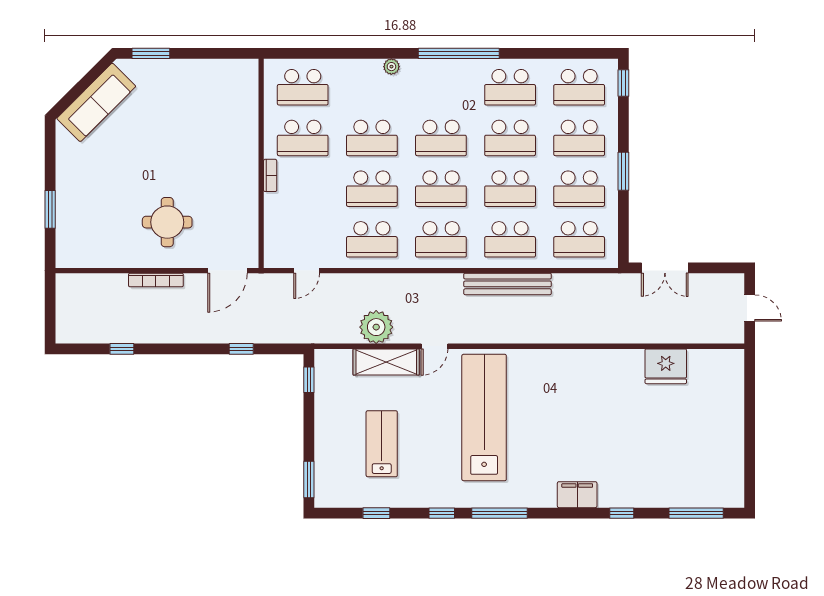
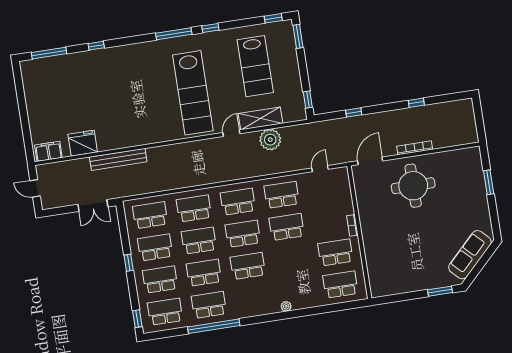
window: (459, 53) -> (214, 326), moved
school desk: (372, 138) -> (292, 259), removed
window: (623, 171) -> (129, 263), width x0.67
round table: (167, 222) -> (413, 186), width x1.36, depth x1.36
double door: (665, 268) -> (93, 206), swing flipped
bench: (507, 284) -> (118, 159), moved
window: (122, 349) -> (416, 103), moved
lab bench: (382, 444) -> (255, 66), width x1.36, depth x1.39
filing cabinet: (577, 495) -> (48, 151), moved, turned 180
window: (376, 513) -> (273, 18), moved

